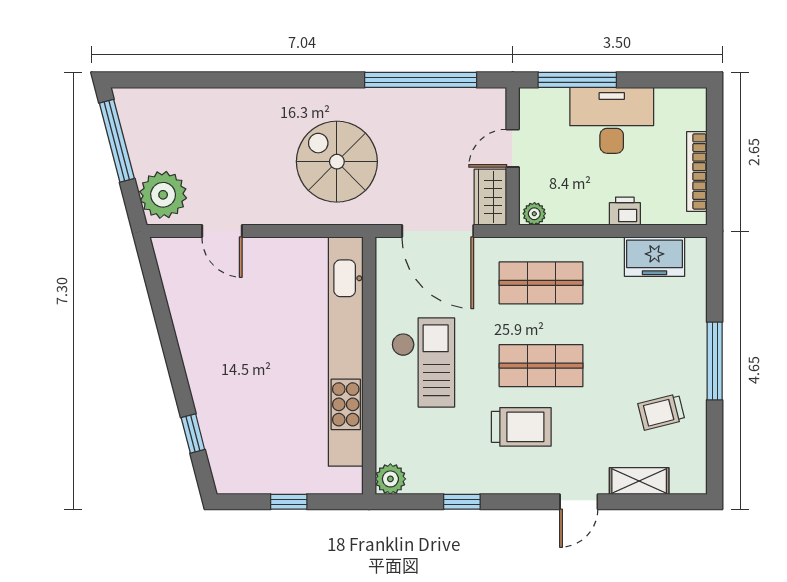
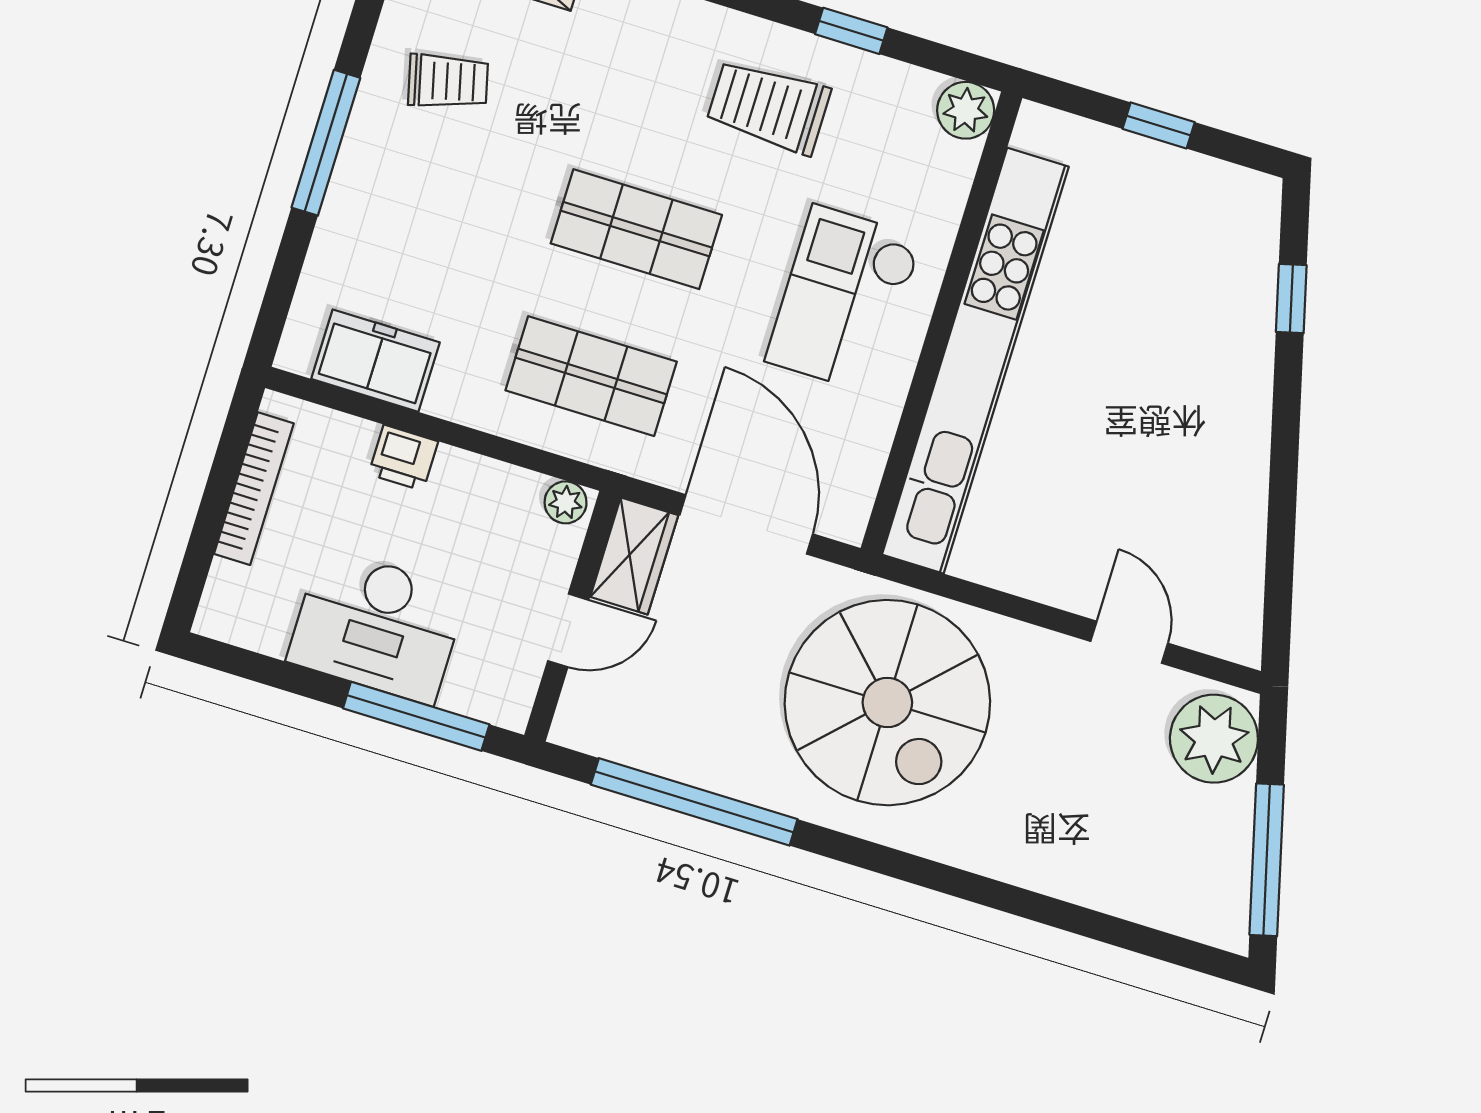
spiral stairs: (337, 162) -> (887, 703), width x1.37, depth x1.37
trolley: (521, 427) -> (768, 107), moved

